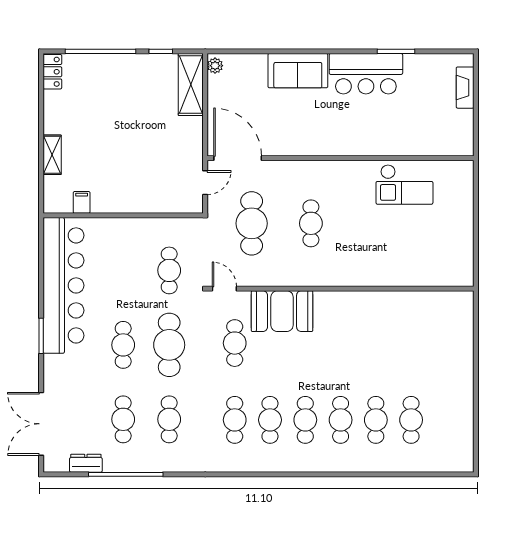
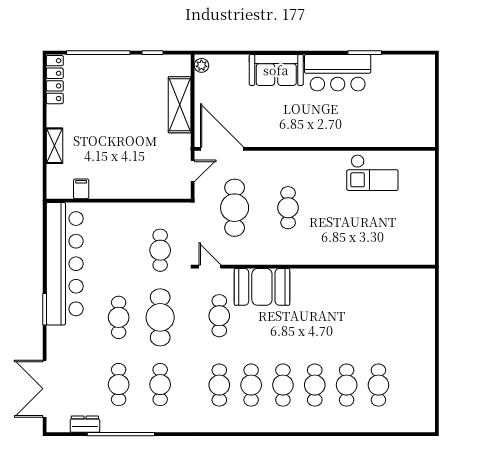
locker: (52, 72) -> (55, 80), width x1.53
shelving: (191, 85) -> (180, 105), moved
fireplace: (465, 88) -> (427, 85), removed

